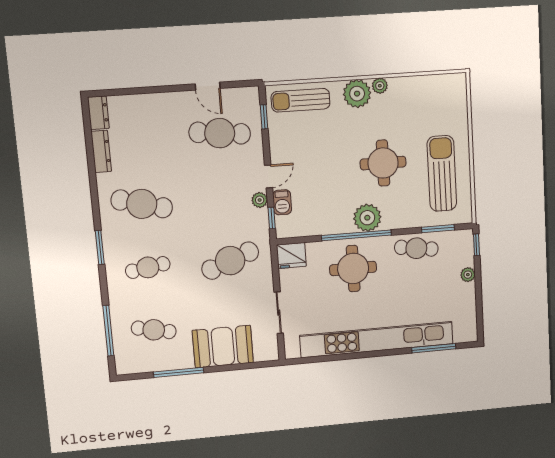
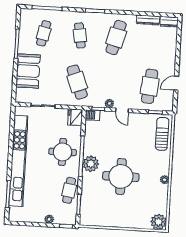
plant: (357, 94) -> (159, 222), moved
round table: (383, 163) -> (121, 177), width x1.36, depth x1.36
sun lounger: (442, 173) -> (110, 210), removed
barbecue: (282, 202) -> (93, 115), moved

